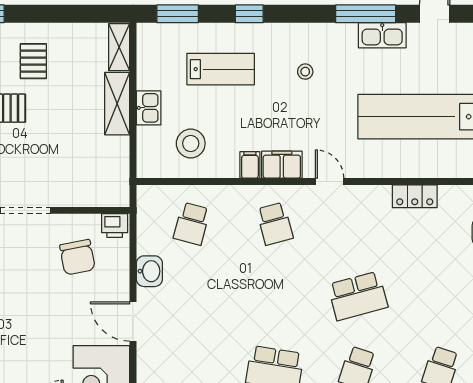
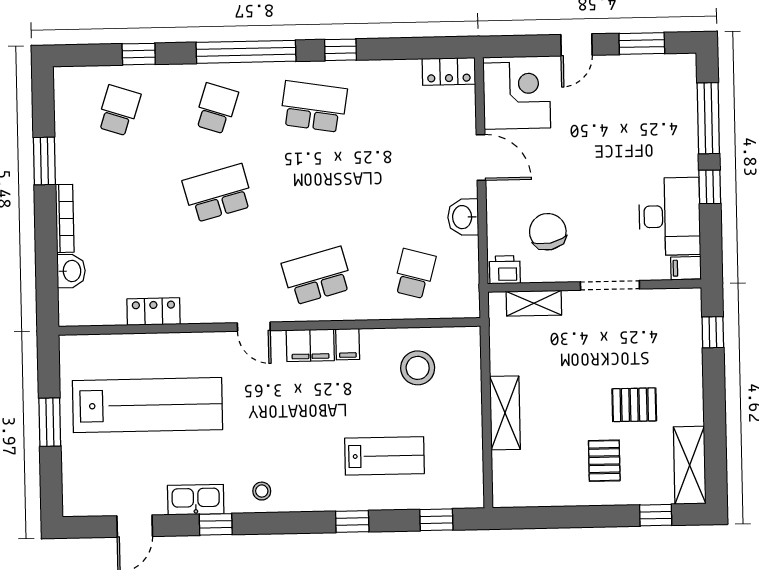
window: (178, 14) -> (436, 520), width x0.67
window: (366, 14) -> (216, 524), width x0.46
shelving: (119, 47) -> (534, 303), moved, turned 90
lab bench: (221, 69) -> (384, 456), turned 180
stool: (305, 72) -> (262, 491), moved
kitchen sink: (149, 108) -> (468, 409), removed
school desk: (275, 224) -> (317, 276), width x1.85

